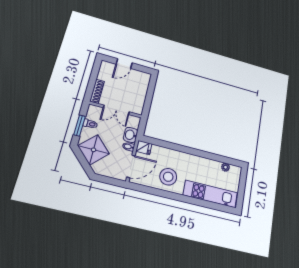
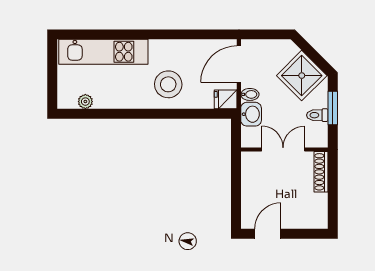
door: (124, 64) -> (268, 234), moved
stool: (168, 177) -> (168, 84), moved

